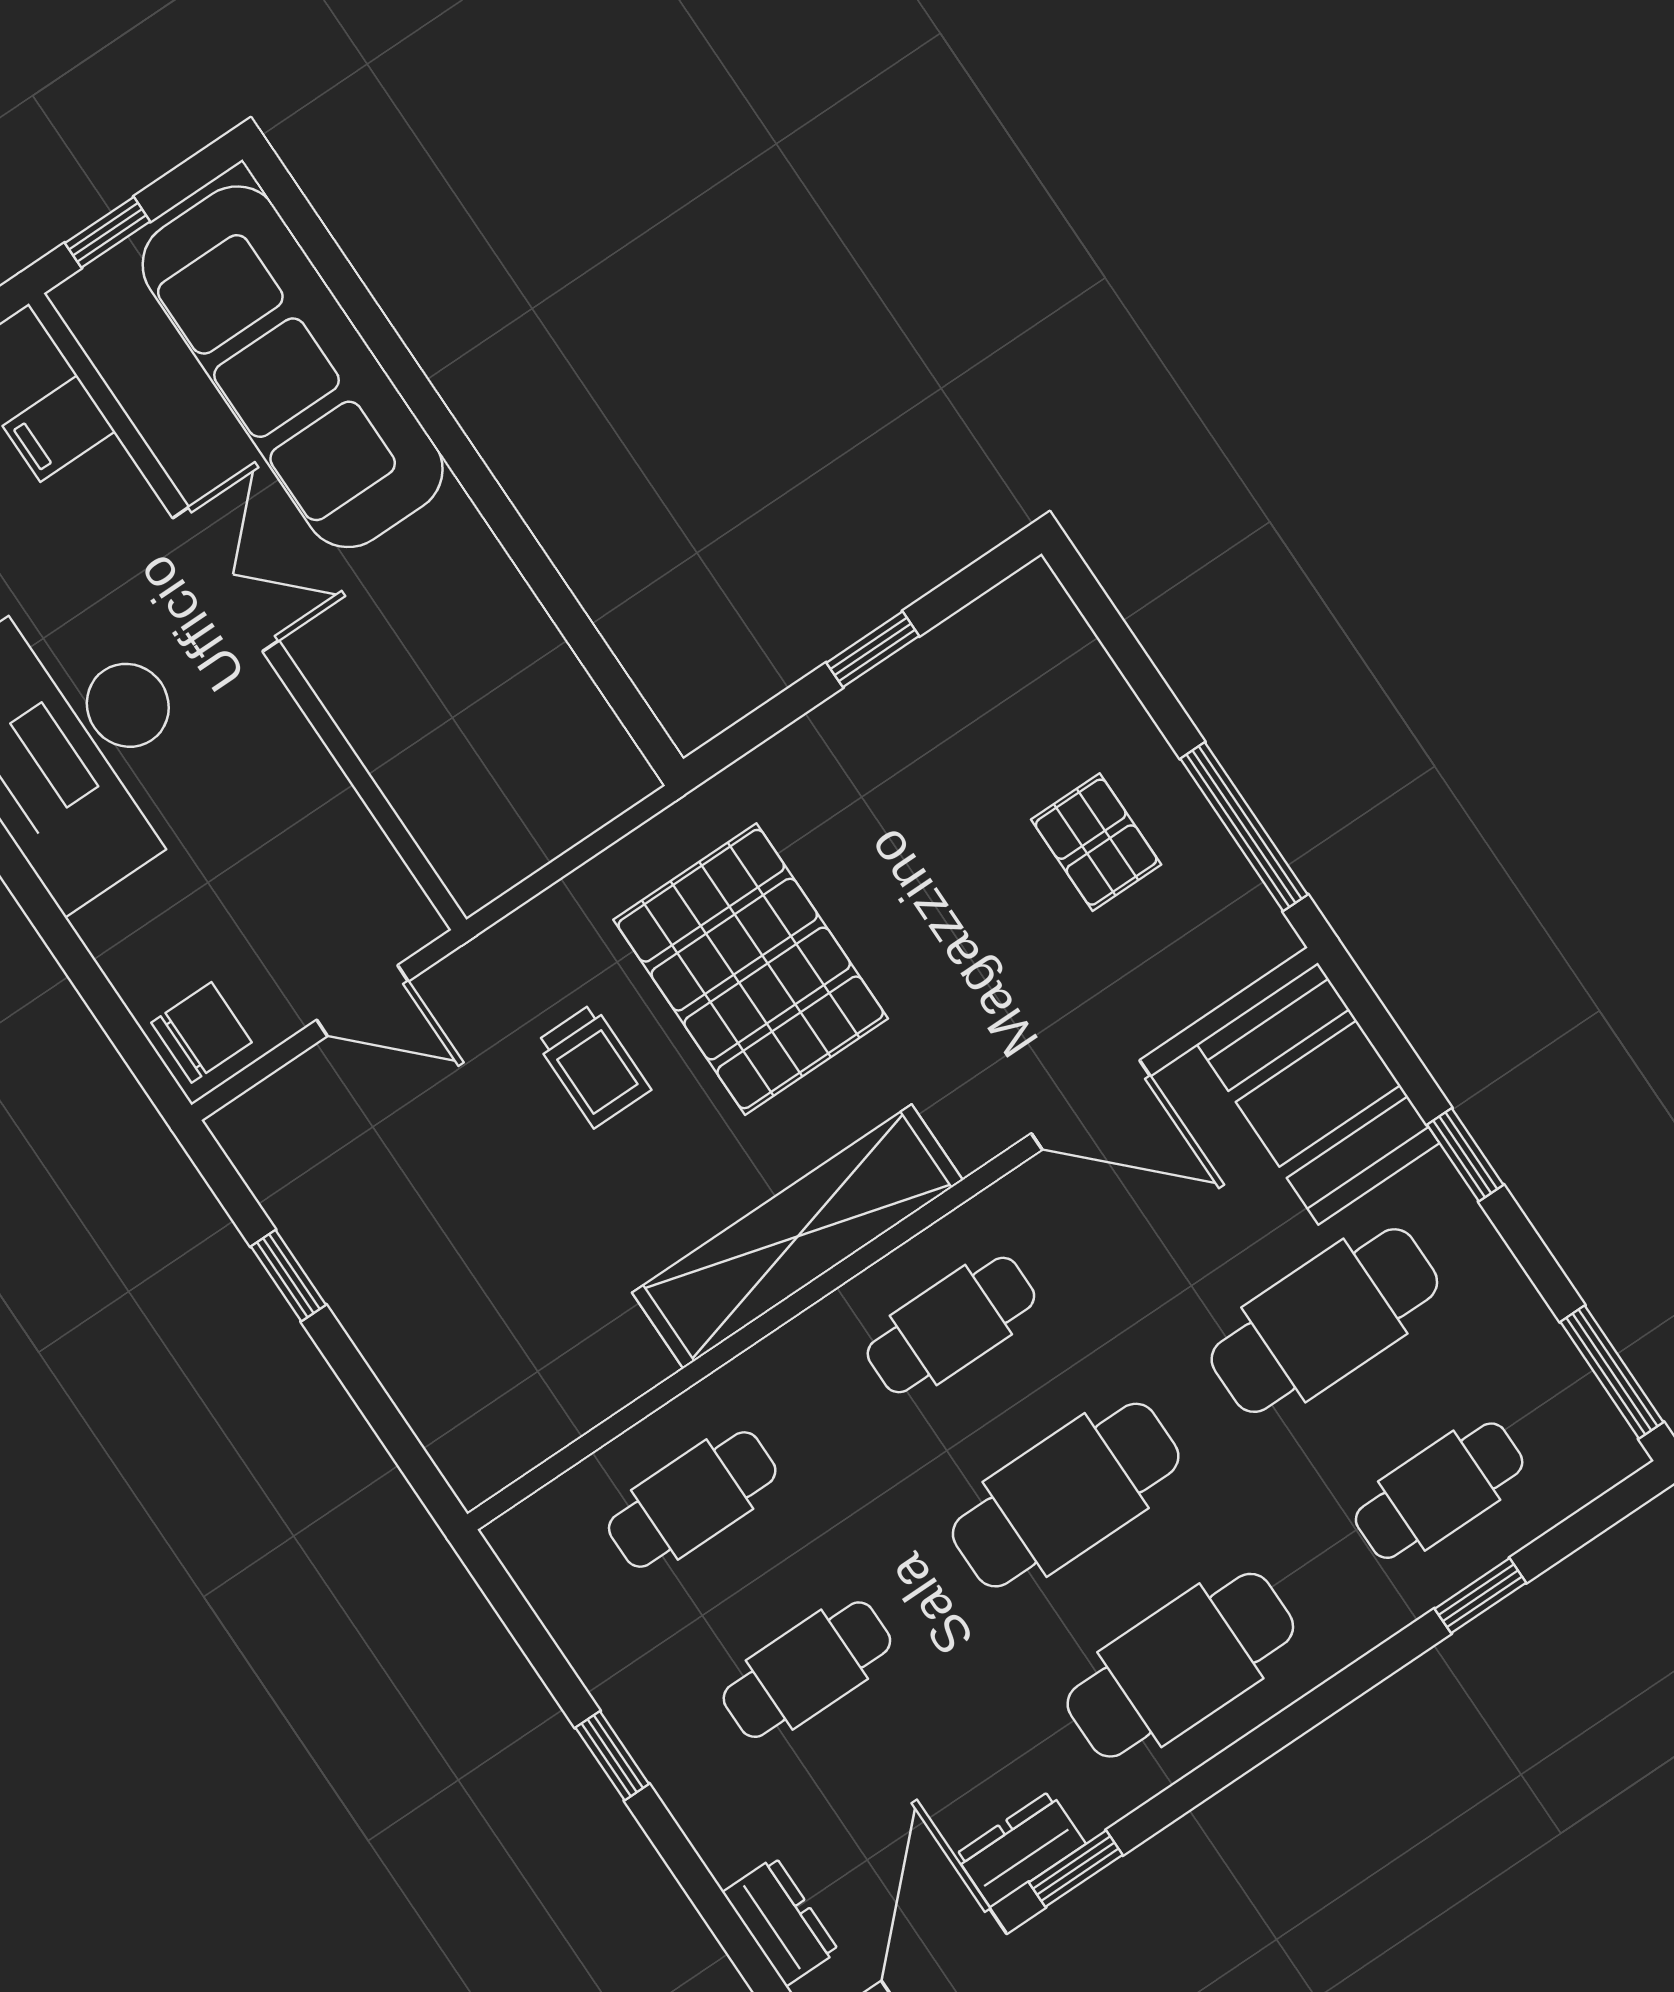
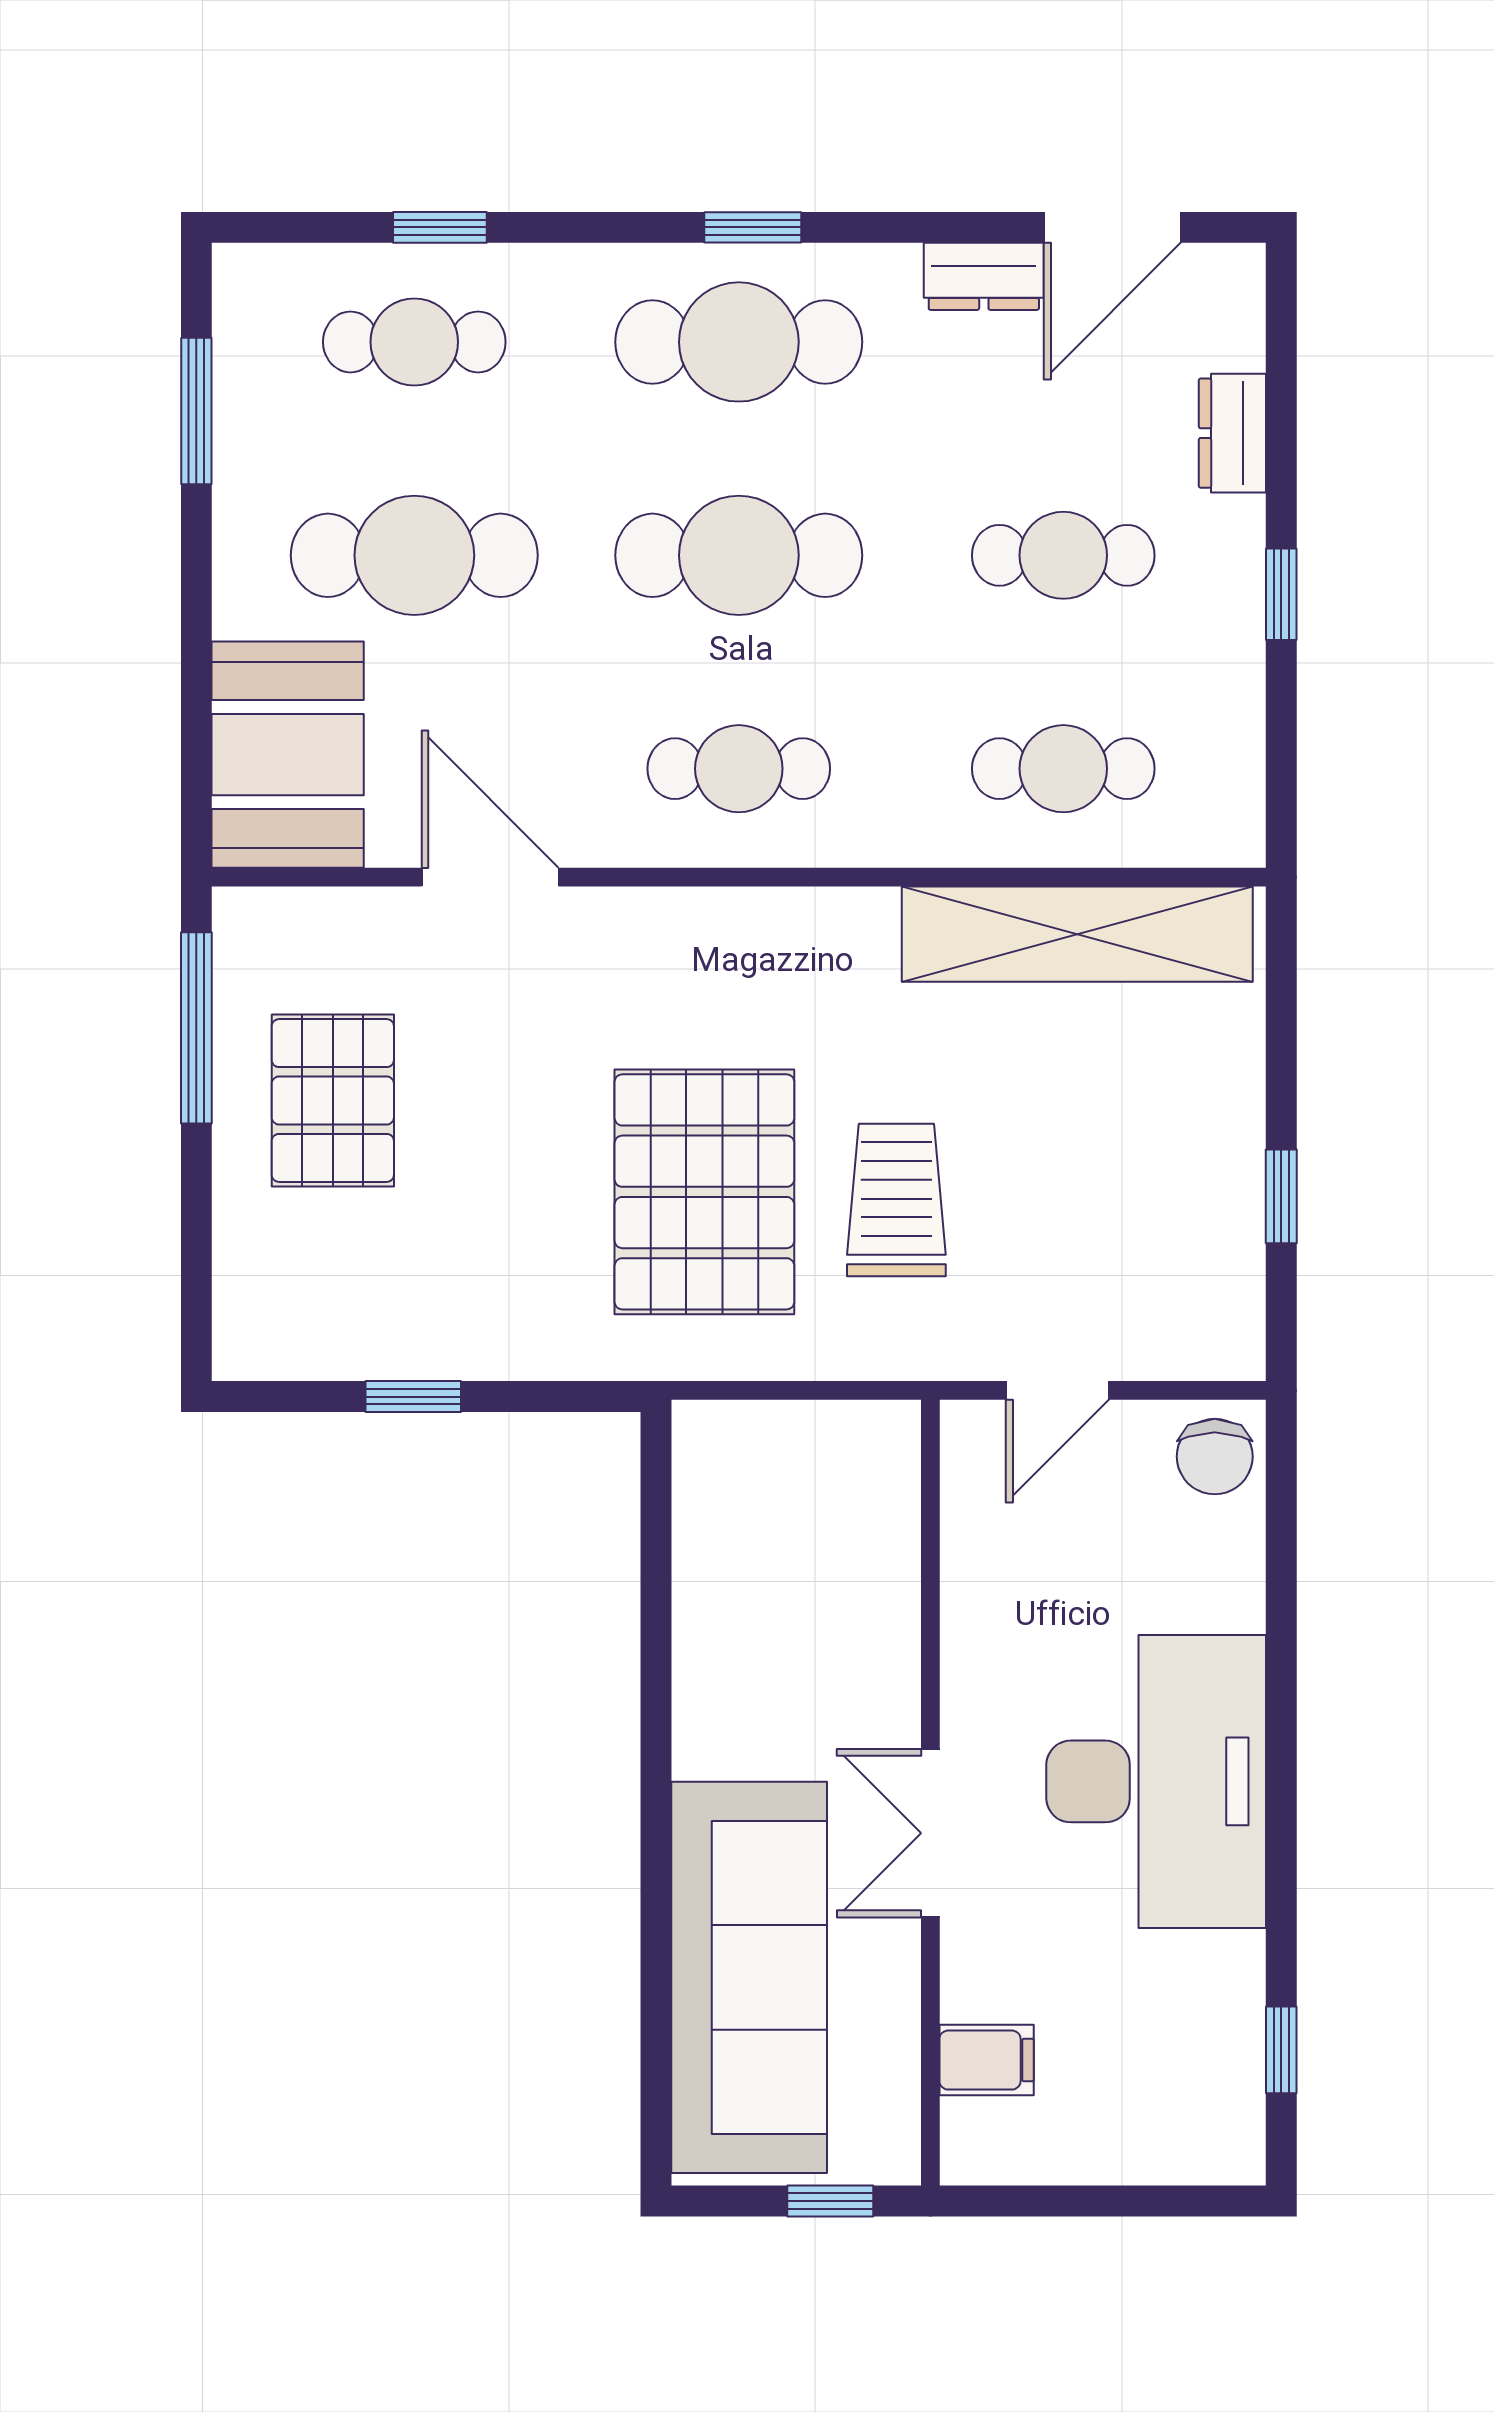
pallet: (1096, 842) -> (333, 1100), width x1.50, depth x1.42
door: (363, 1001) -> (1057, 1390), swing flipped
chair: (201, 1032) -> (1215, 1457), turned -90
trolley: (593, 1066) -> (896, 1200), width x1.36, depth x1.39
window: (1465, 1155) -> (196, 616), removed
shelving: (798, 1236) -> (1077, 934), moved
window: (1612, 1372) -> (196, 411), moved
window: (1076, 1869) -> (753, 227), moved
dresser: (781, 1922) -> (1232, 433), moved

